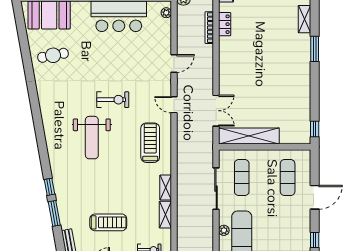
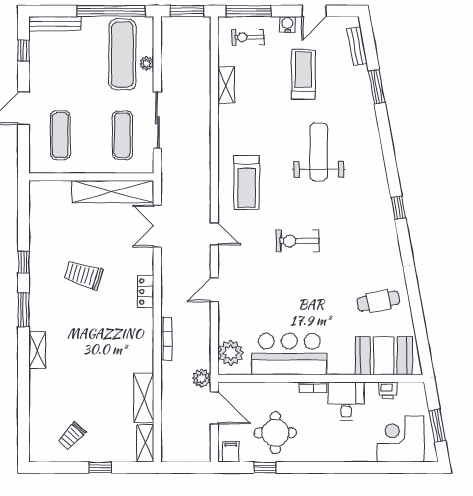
plant: (166, 13) -> (231, 353), width x1.88, depth x1.88
locker: (225, 24) -> (146, 291), moved
trolley: (271, 75) -> (83, 275), added
window: (315, 129) -> (24, 262), moved
weight bench: (92, 138) -> (319, 152), moved
window: (50, 187) -> (398, 208), moved
shelving: (166, 188) -> (226, 122), removed
treadmill: (108, 222) -> (303, 74), turned 90

